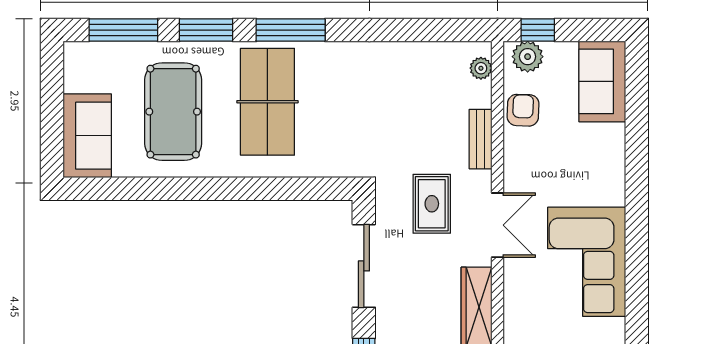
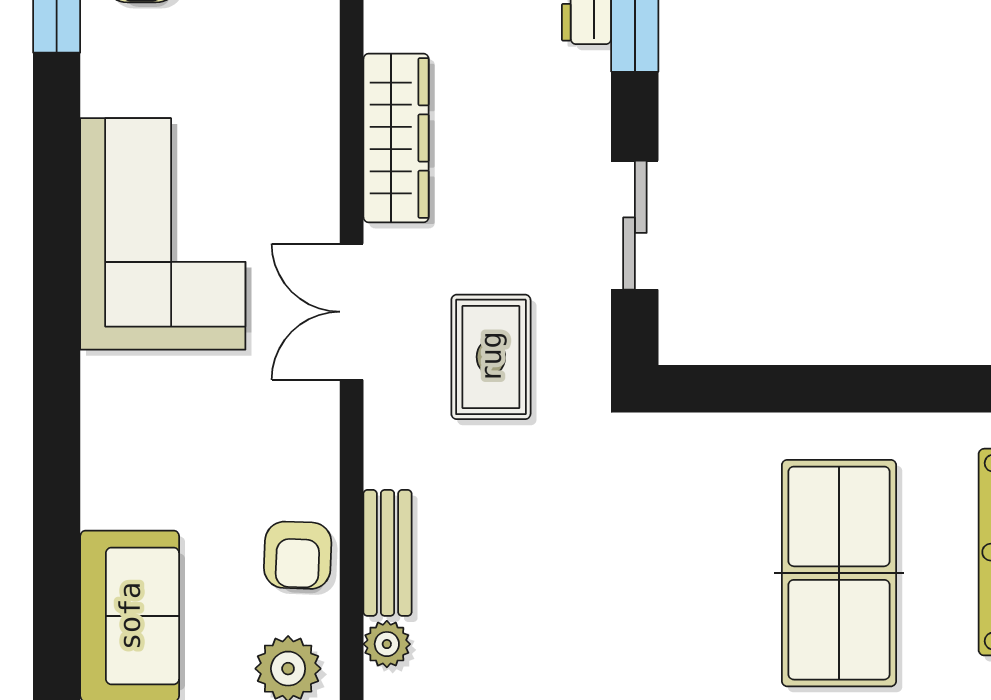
bench: (481, 139) -> (388, 553), moved
sliding door: (364, 266) -> (635, 225), width x0.73

